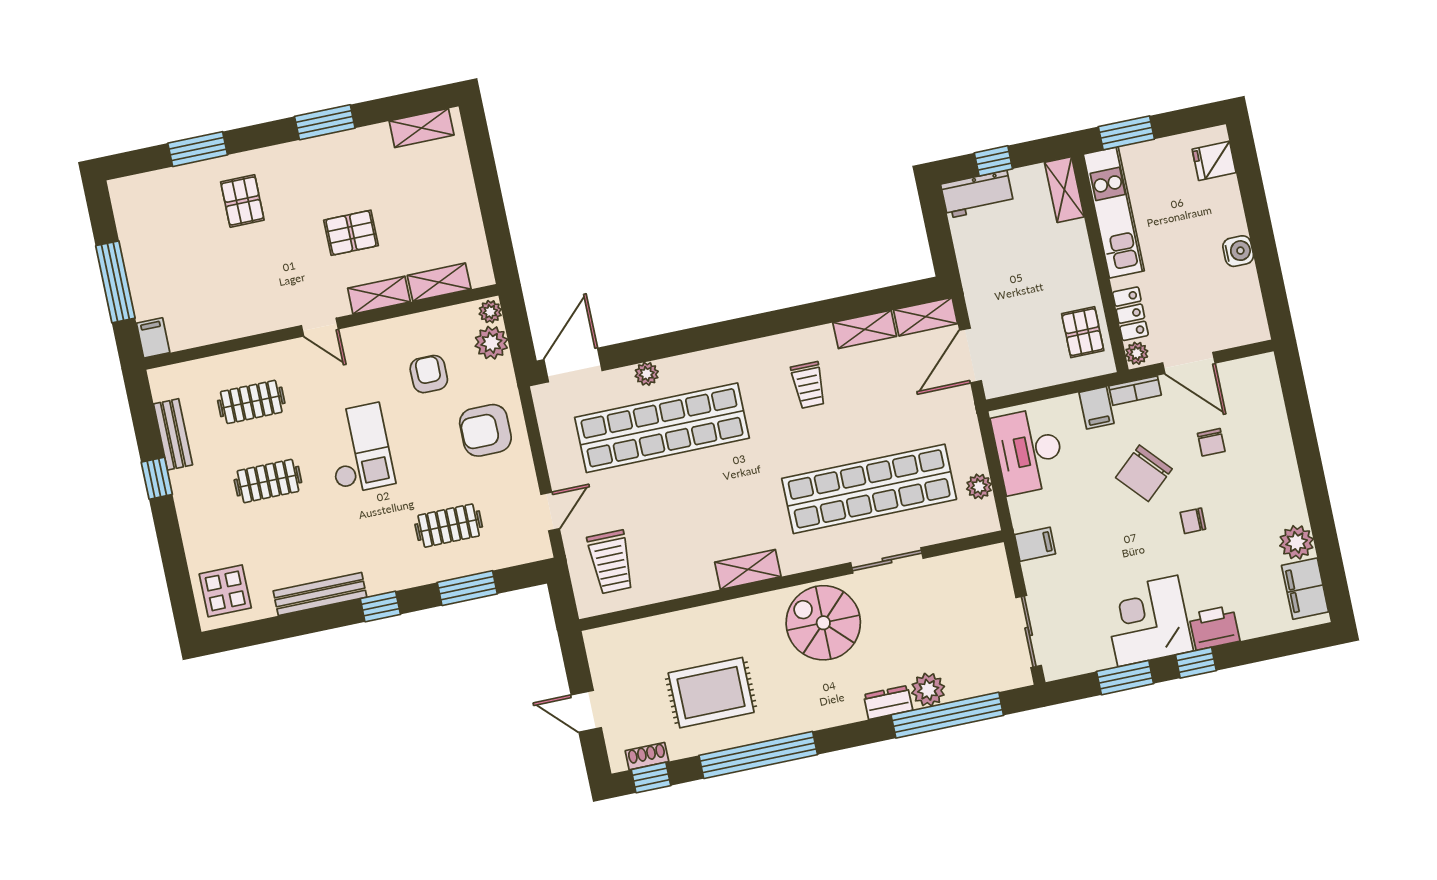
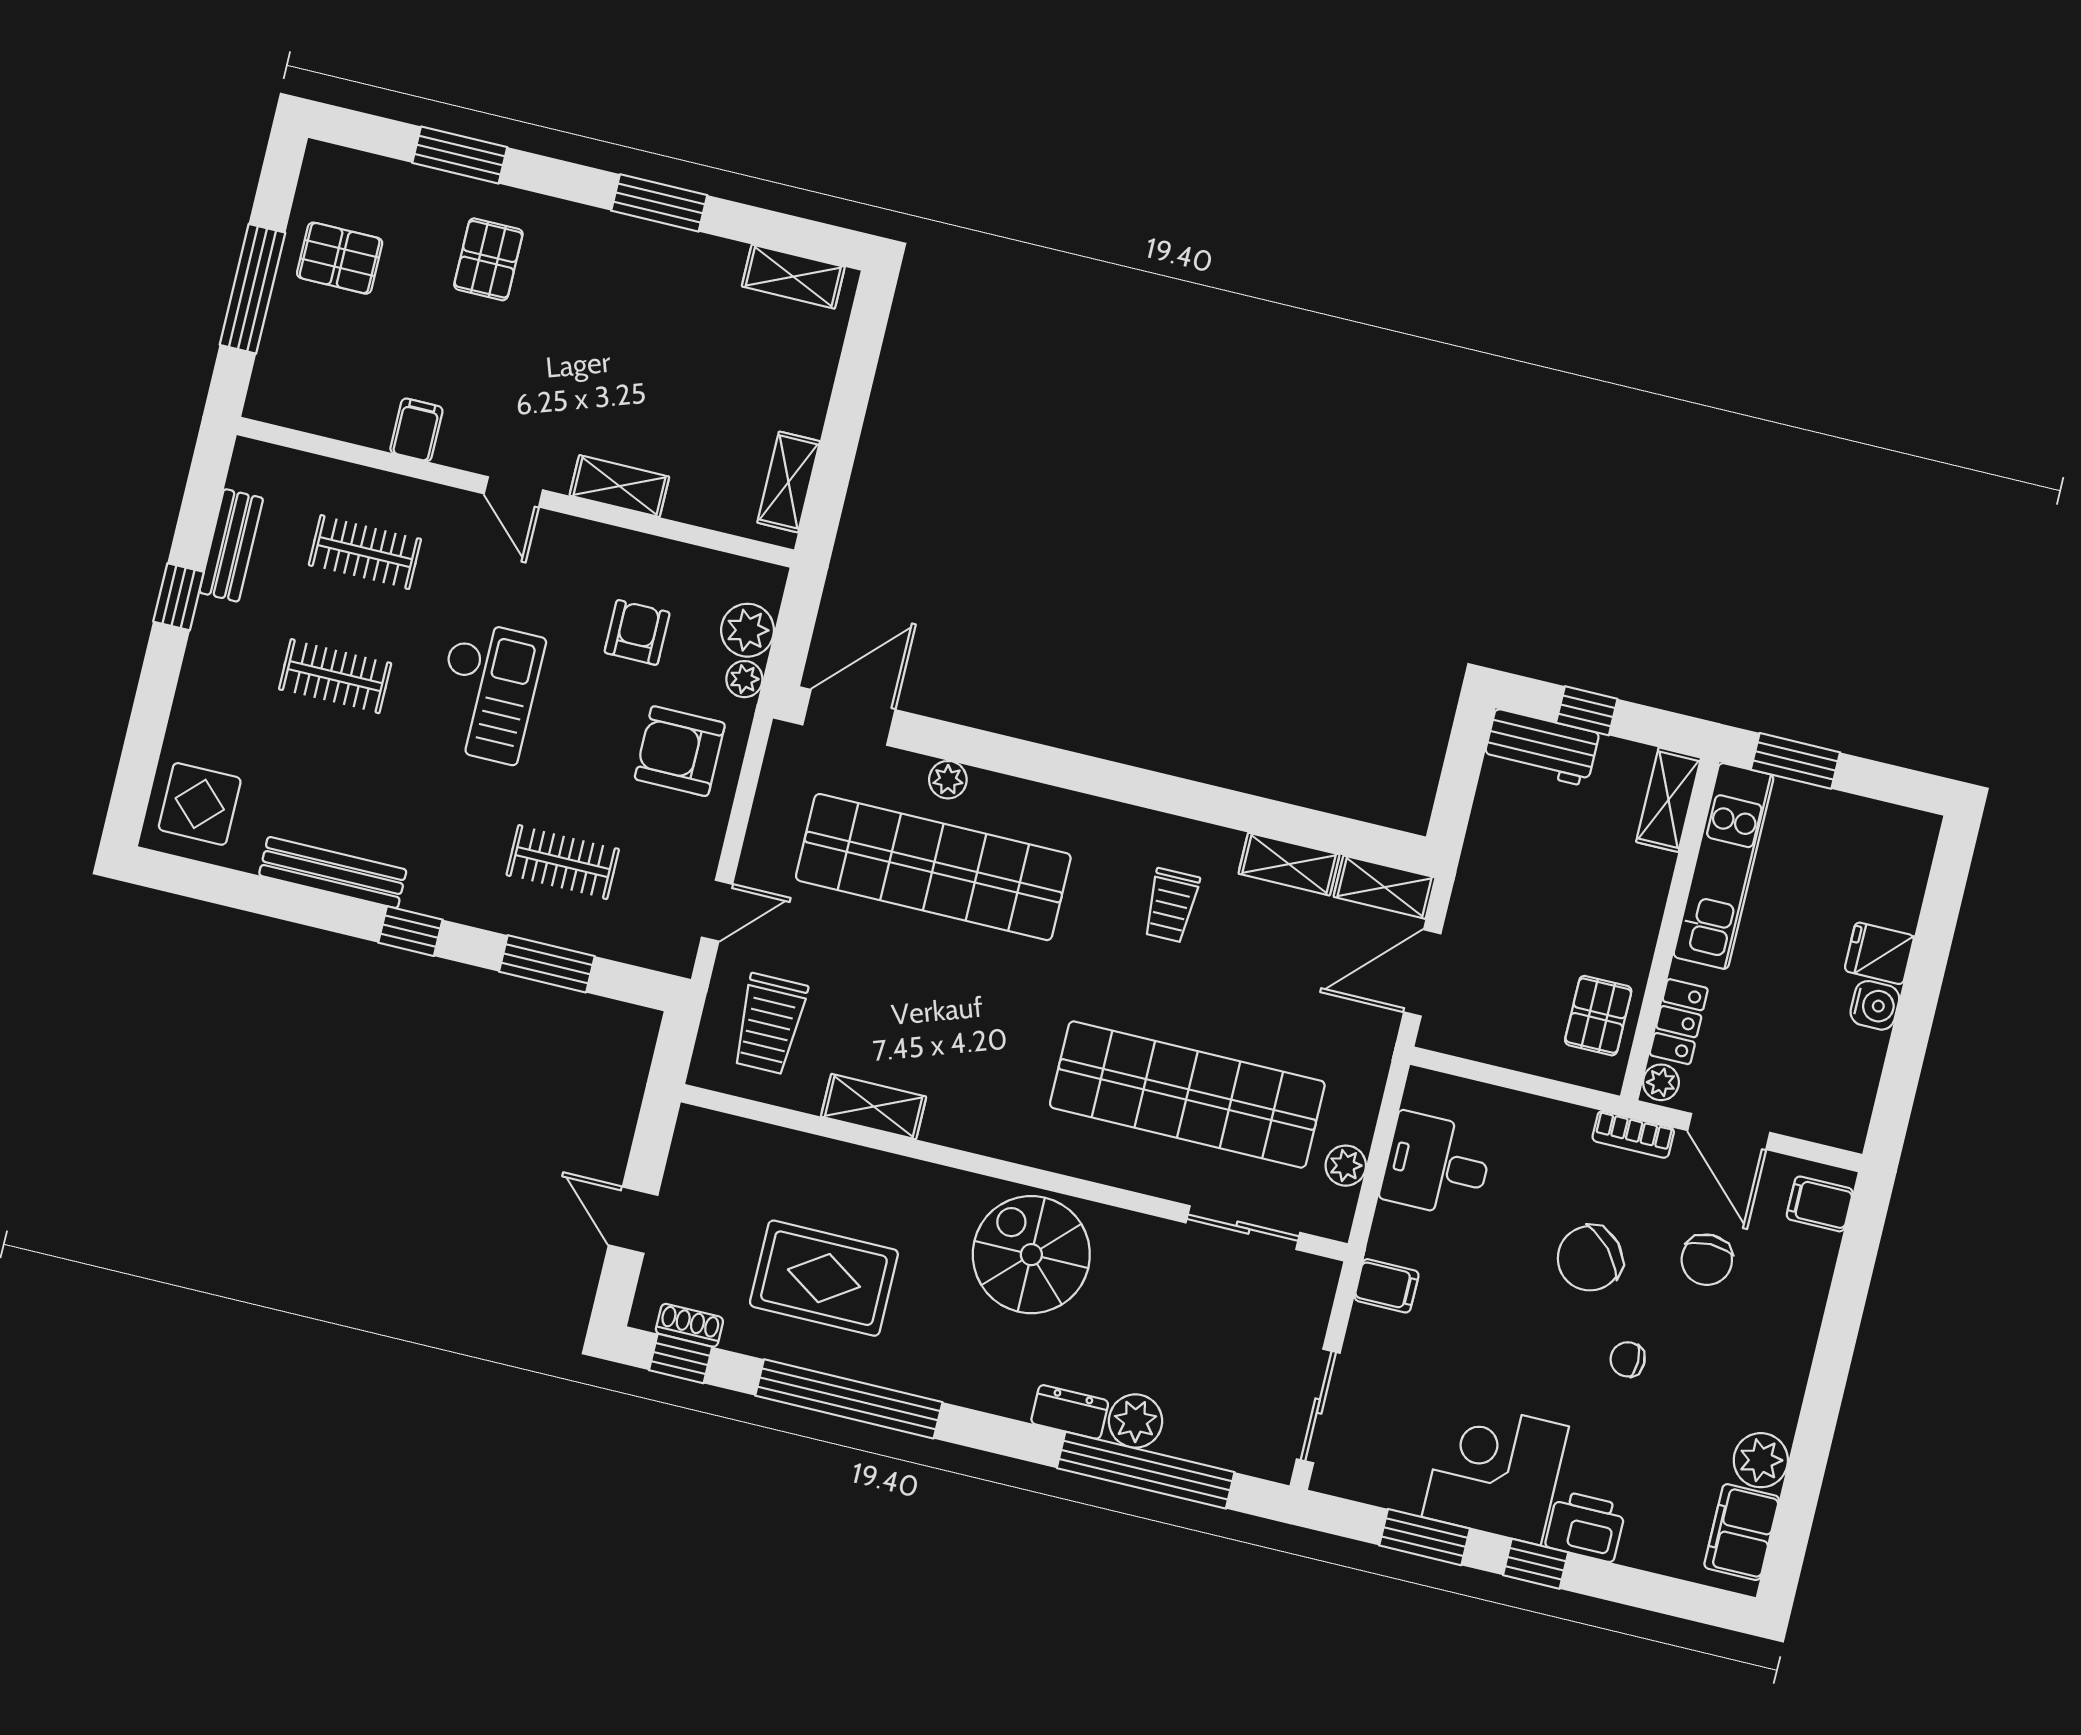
fridge: (1214, 161) -> (1879, 953), moved
pallet: (351, 233) -> (340, 258), moved
shelving: (439, 282) -> (789, 482), moved, turned 90
plant: (490, 312) -> (744, 679), moved
filing cabinet: (153, 338) -> (416, 430), moved
filing cabinet: (1096, 408) -> (1820, 1204), moved, turned 90
chair: (1211, 442) -> (1707, 1260), width x1.37, depth x1.37
desk: (1029, 451) -> (1437, 1165), width x0.73
sliding door: (887, 560) -> (1243, 1228), moved
shelving: (748, 569) -> (874, 1107), moved

